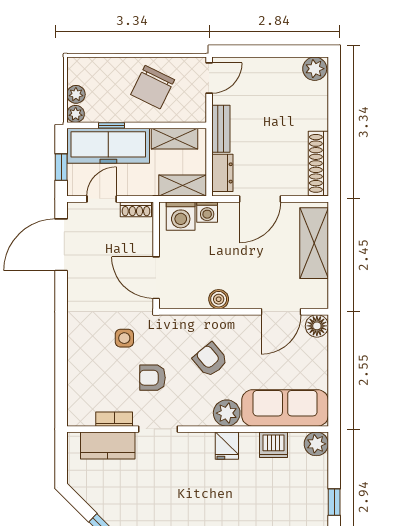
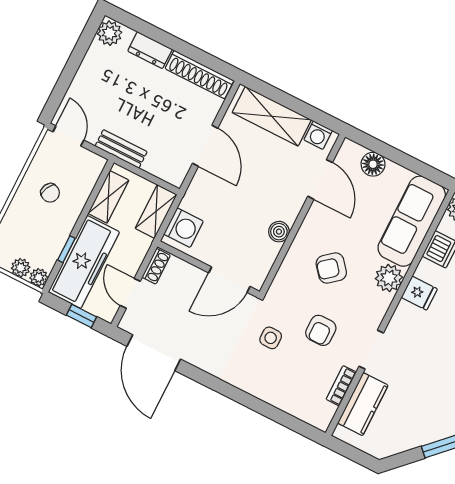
chair: (153, 87) -> (50, 193), width x0.54, depth x0.54
dresser: (222, 173) -> (150, 50), moved, turned 180
washing machine: (207, 212) -> (318, 135), moved, turned 90
floor lamp: (317, 326) -> (373, 164), moved

